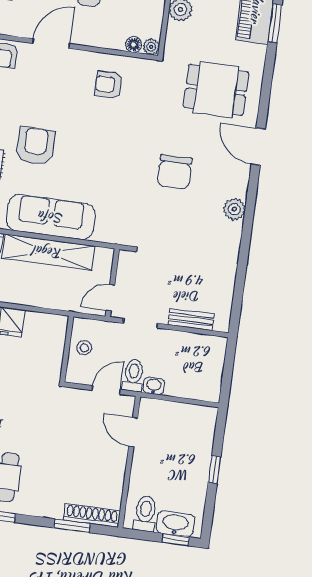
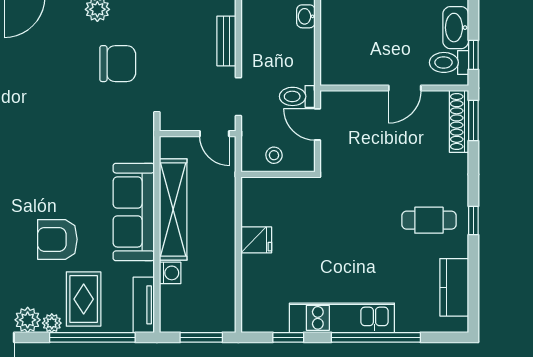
chair: (175, 172) -> (118, 64), moved
washbasin: (154, 386) -> (306, 16), moved
door: (133, 432) -> (405, 88), moved
window: (72, 526) -> (473, 120), moved
window: (176, 540) -> (473, 55), moved

